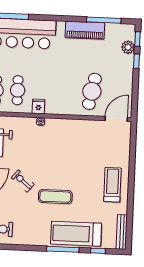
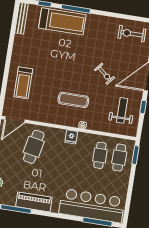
fridge: (38, 106) -> (71, 137), moved
treadmill: (112, 185) -> (23, 83), moved
exercise mat: (55, 197) -> (73, 100), moved

